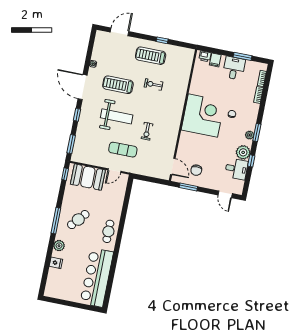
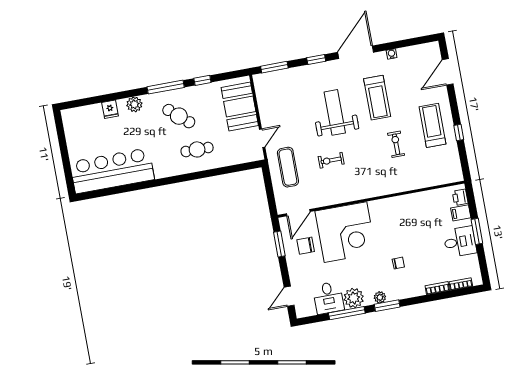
door: (119, 32) -> (448, 72), swing flipped
window: (243, 56) -> (477, 231), moved
treadmill: (118, 85) -> (377, 98), turned 180
corner desk: (203, 115) -> (345, 232), moved
weight bench: (117, 116) -> (335, 112), turned 180
exercise mat: (123, 150) -> (288, 167), moved
window: (251, 161) -> (347, 313), width x2.17
door: (114, 171) -> (262, 138), swing flipped
window: (65, 174) -> (202, 80), moved
cafe table: (108, 231) -> (197, 149), moved

